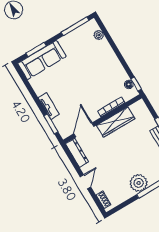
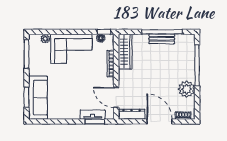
corner sofa: (104, 64) -> (71, 49), added
tv unit: (49, 106) -> (93, 115), moved
wardrobe: (116, 122) -> (125, 52), moved
door: (85, 182) -> (160, 121), width x1.88
plant: (139, 183) -> (187, 89), moved

